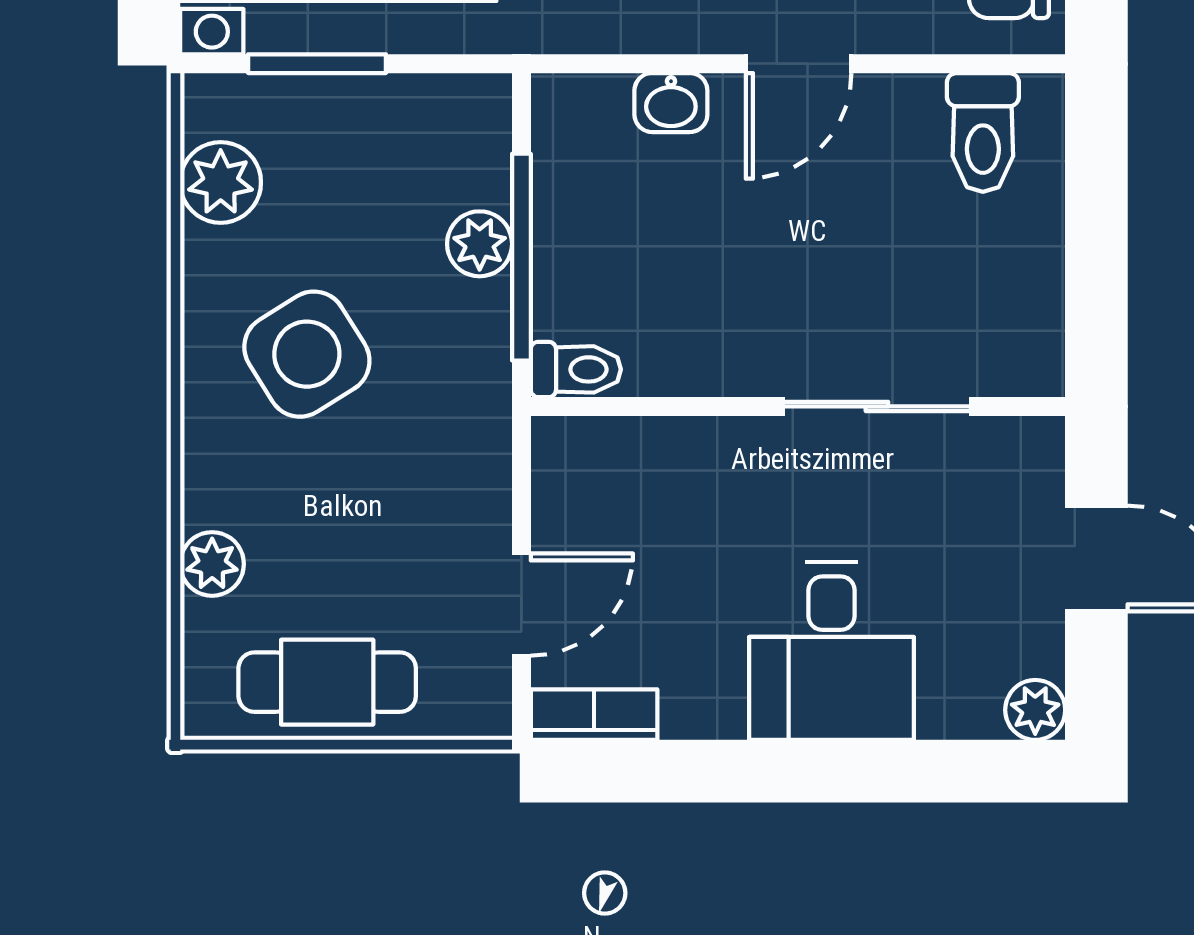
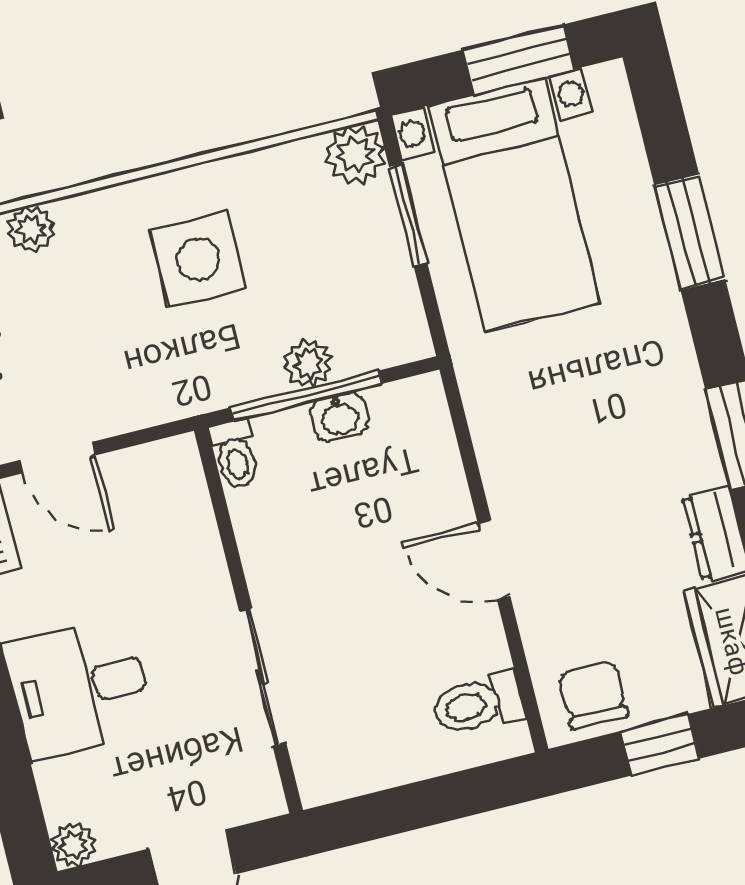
washbasin: (671, 103) -> (339, 417), moved, turned -90
plant: (221, 182) -> (355, 155), moved
side table: (307, 354) -> (198, 259), turned 32

